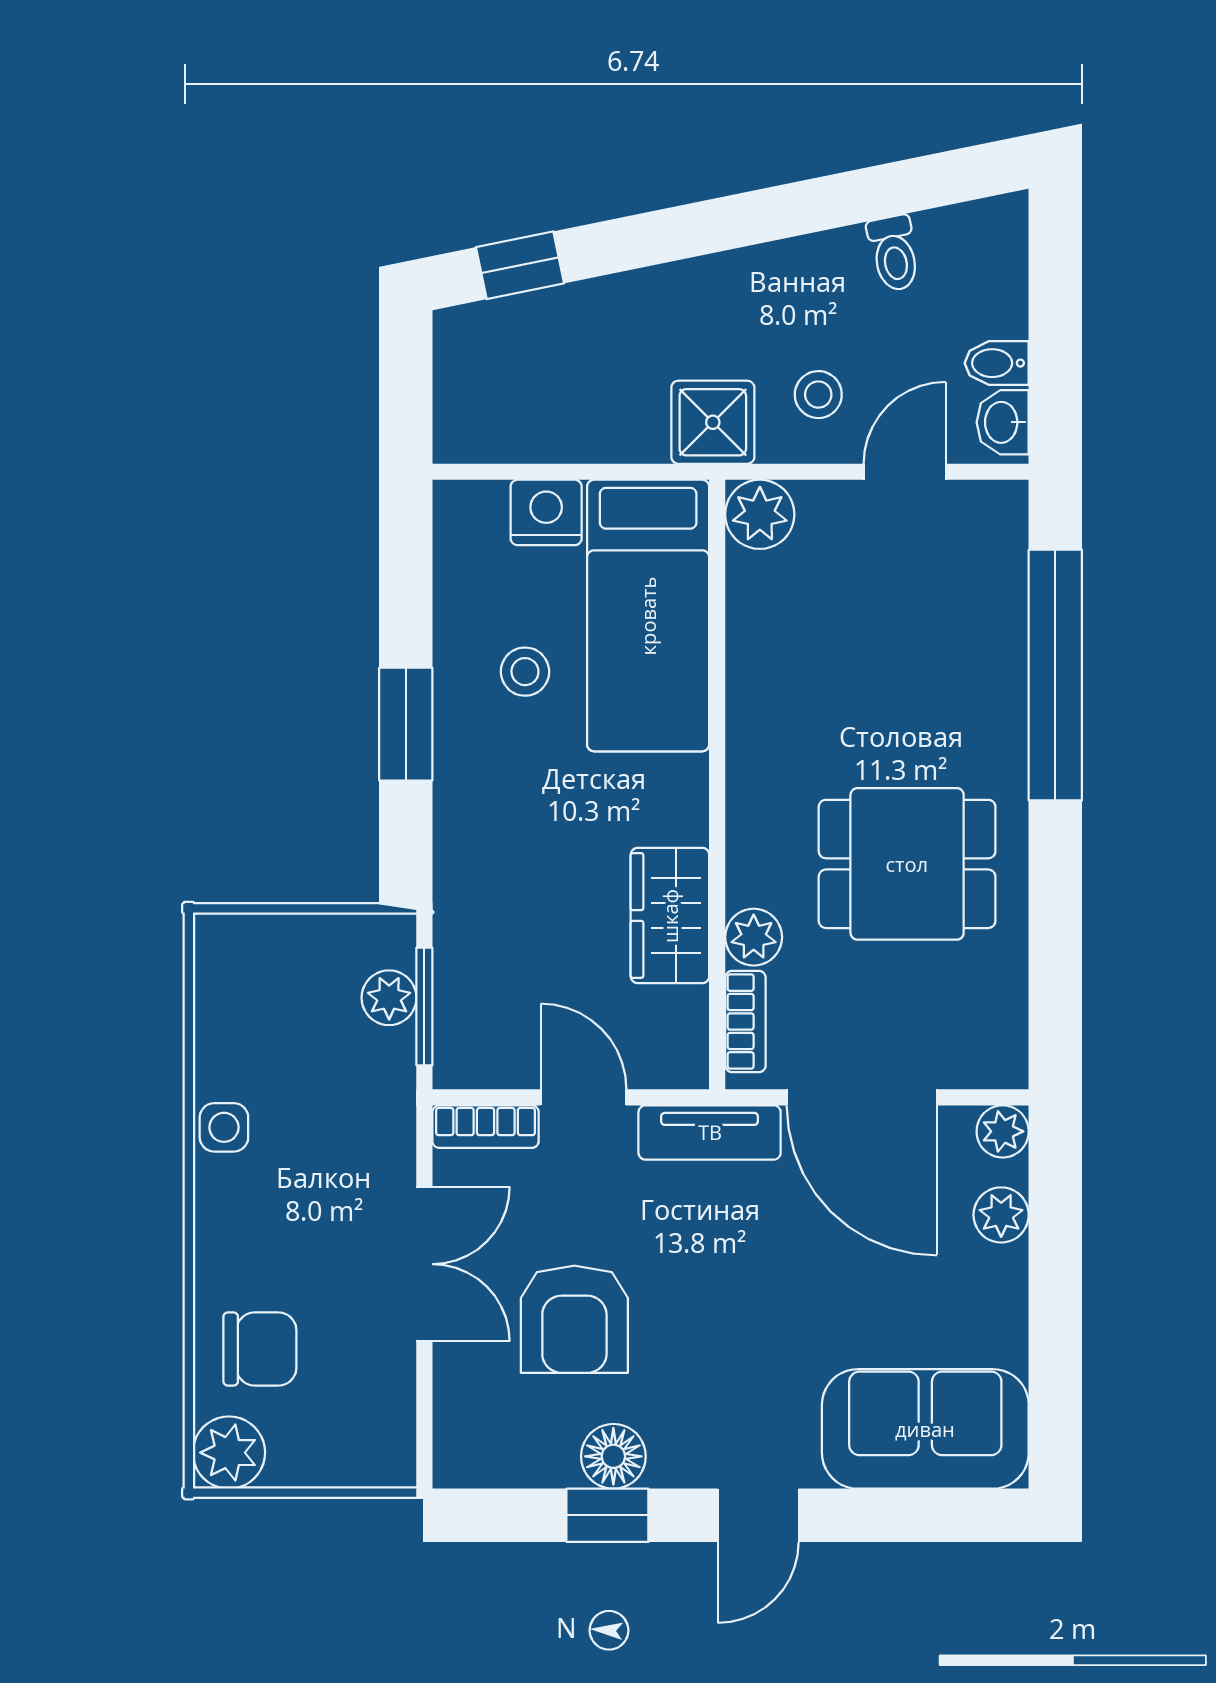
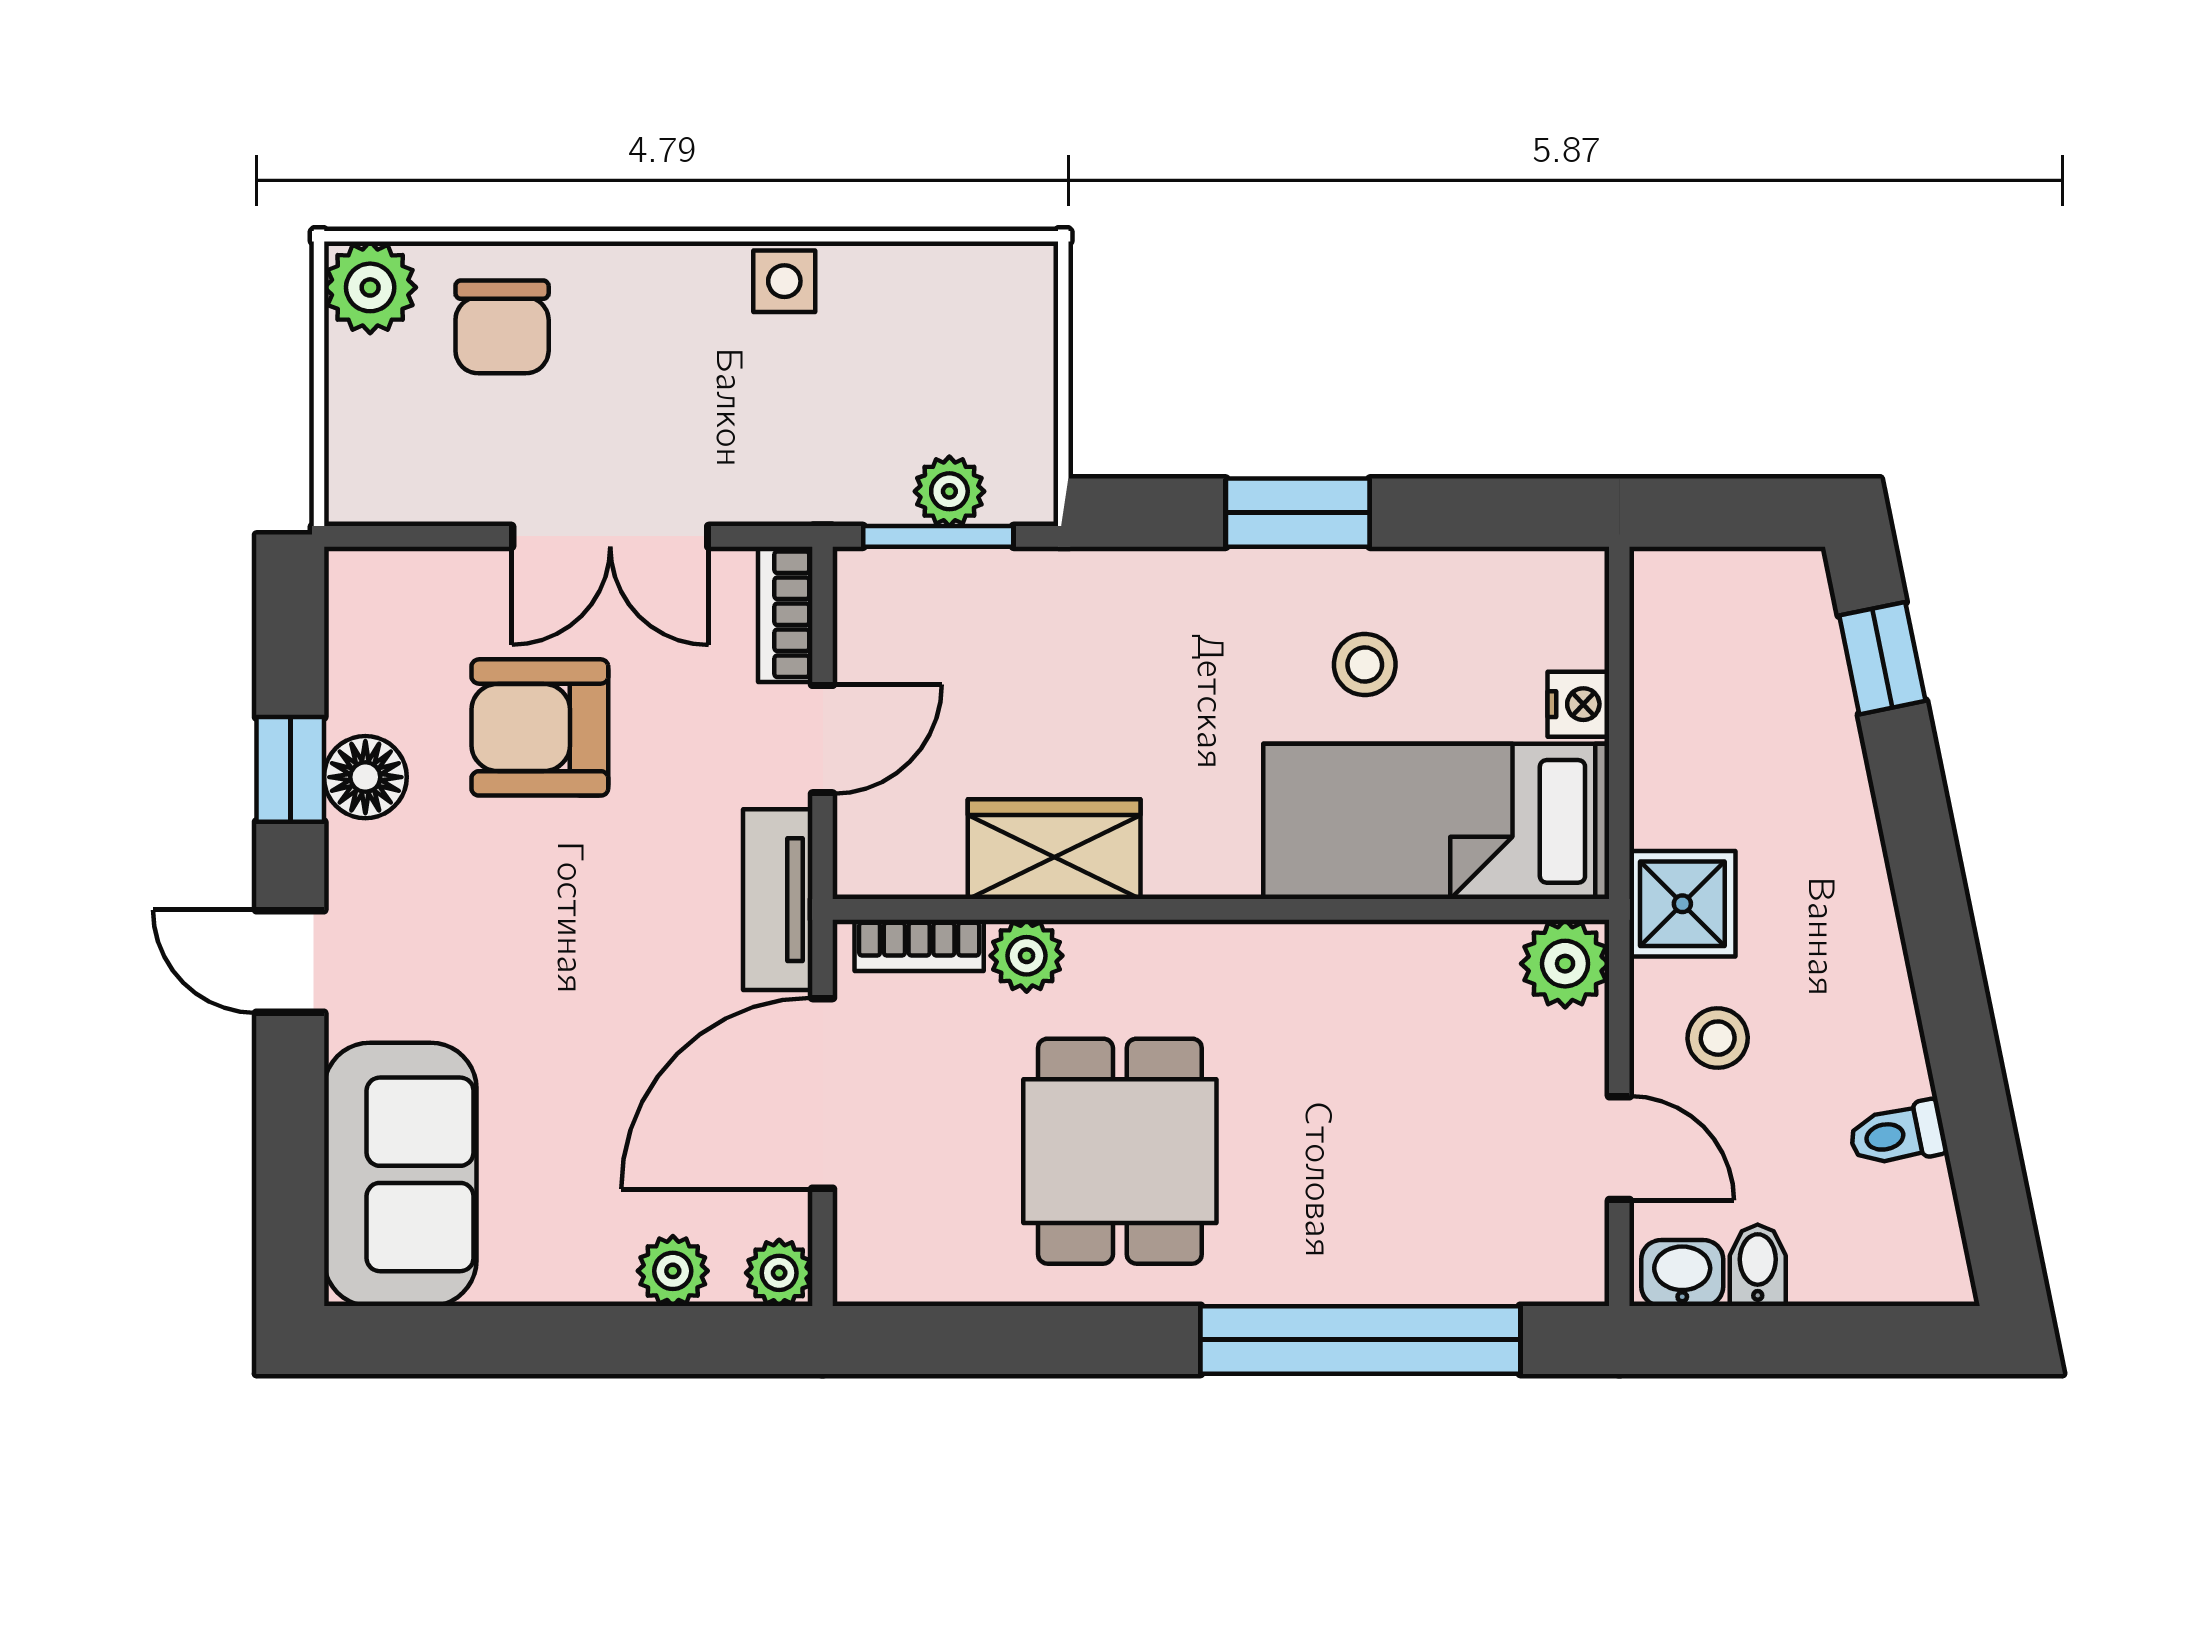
nightstand: (546, 512) -> (1578, 704), width x0.72, depth x0.74

